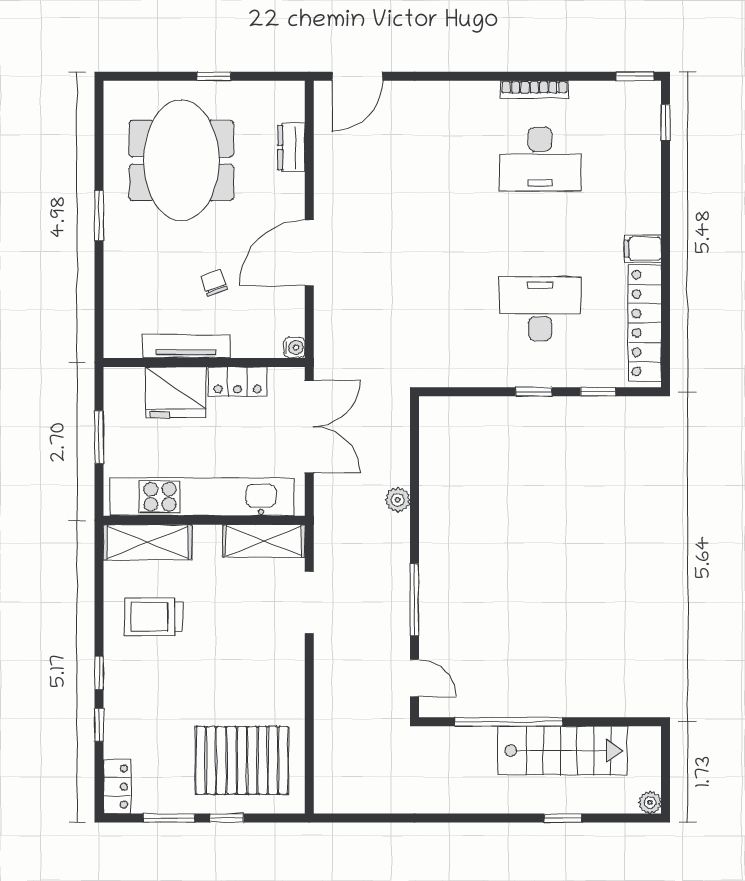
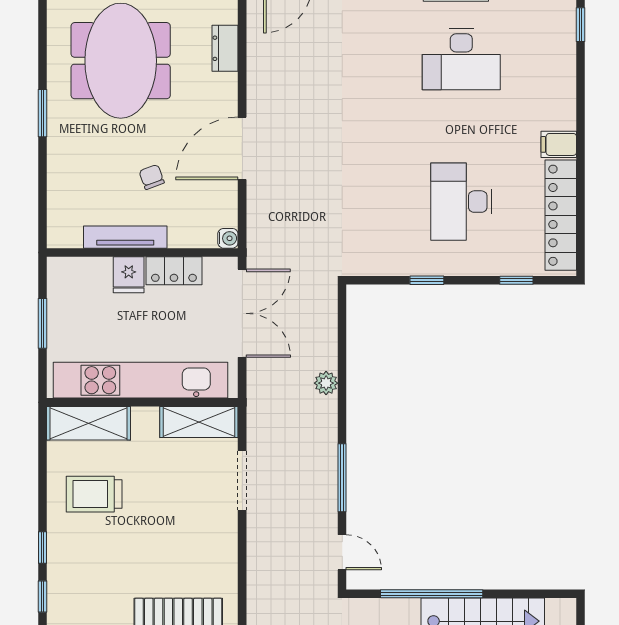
desk: (540, 309) -> (461, 202), turned -90
fridge: (176, 392) -> (129, 275), width x0.53, depth x0.75
window: (534, 392) -> (427, 280), moved

